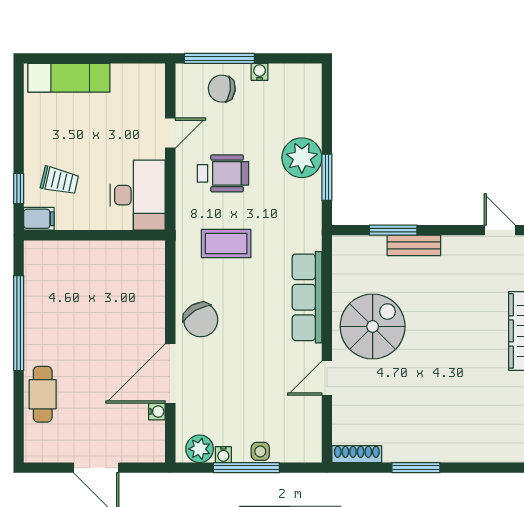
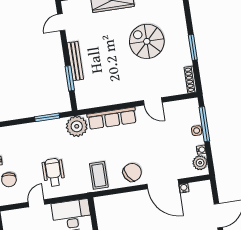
door: (170, 133) -> (36, 203), hinge flipped
plant: (302, 158) -> (77, 126), moved
coffee table: (226, 244) -> (99, 175), moved
bench: (414, 245) -> (75, 61), width x1.36
spiral stairs: (373, 326) -> (147, 41), moved
window: (246, 468) -> (204, 124), moved

